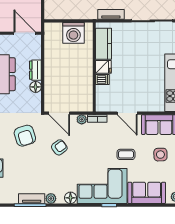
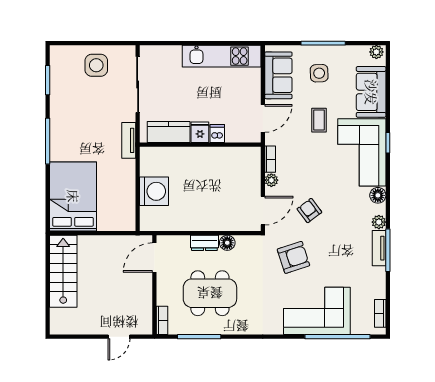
kitchen counter: (104, 44) -> (169, 132), moved
wall: (94, 67) -> (200, 145), moved
fridge: (103, 67) -> (200, 132), moved
dishwasher: (102, 79) -> (217, 134), moved

